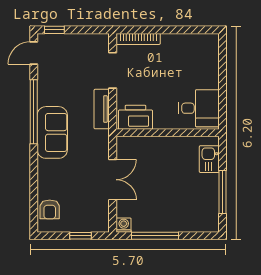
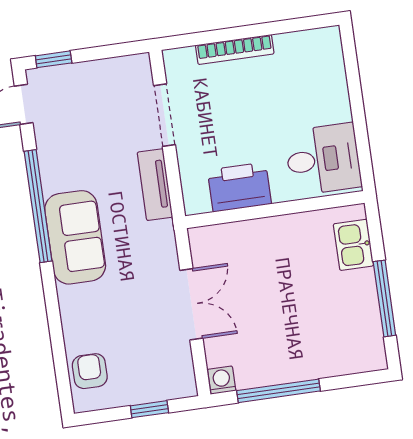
bookcase: (138, 39) -> (235, 50), moved
printer: (136, 117) -> (239, 187), moved
armchair: (50, 209) -> (90, 371), turned 180

